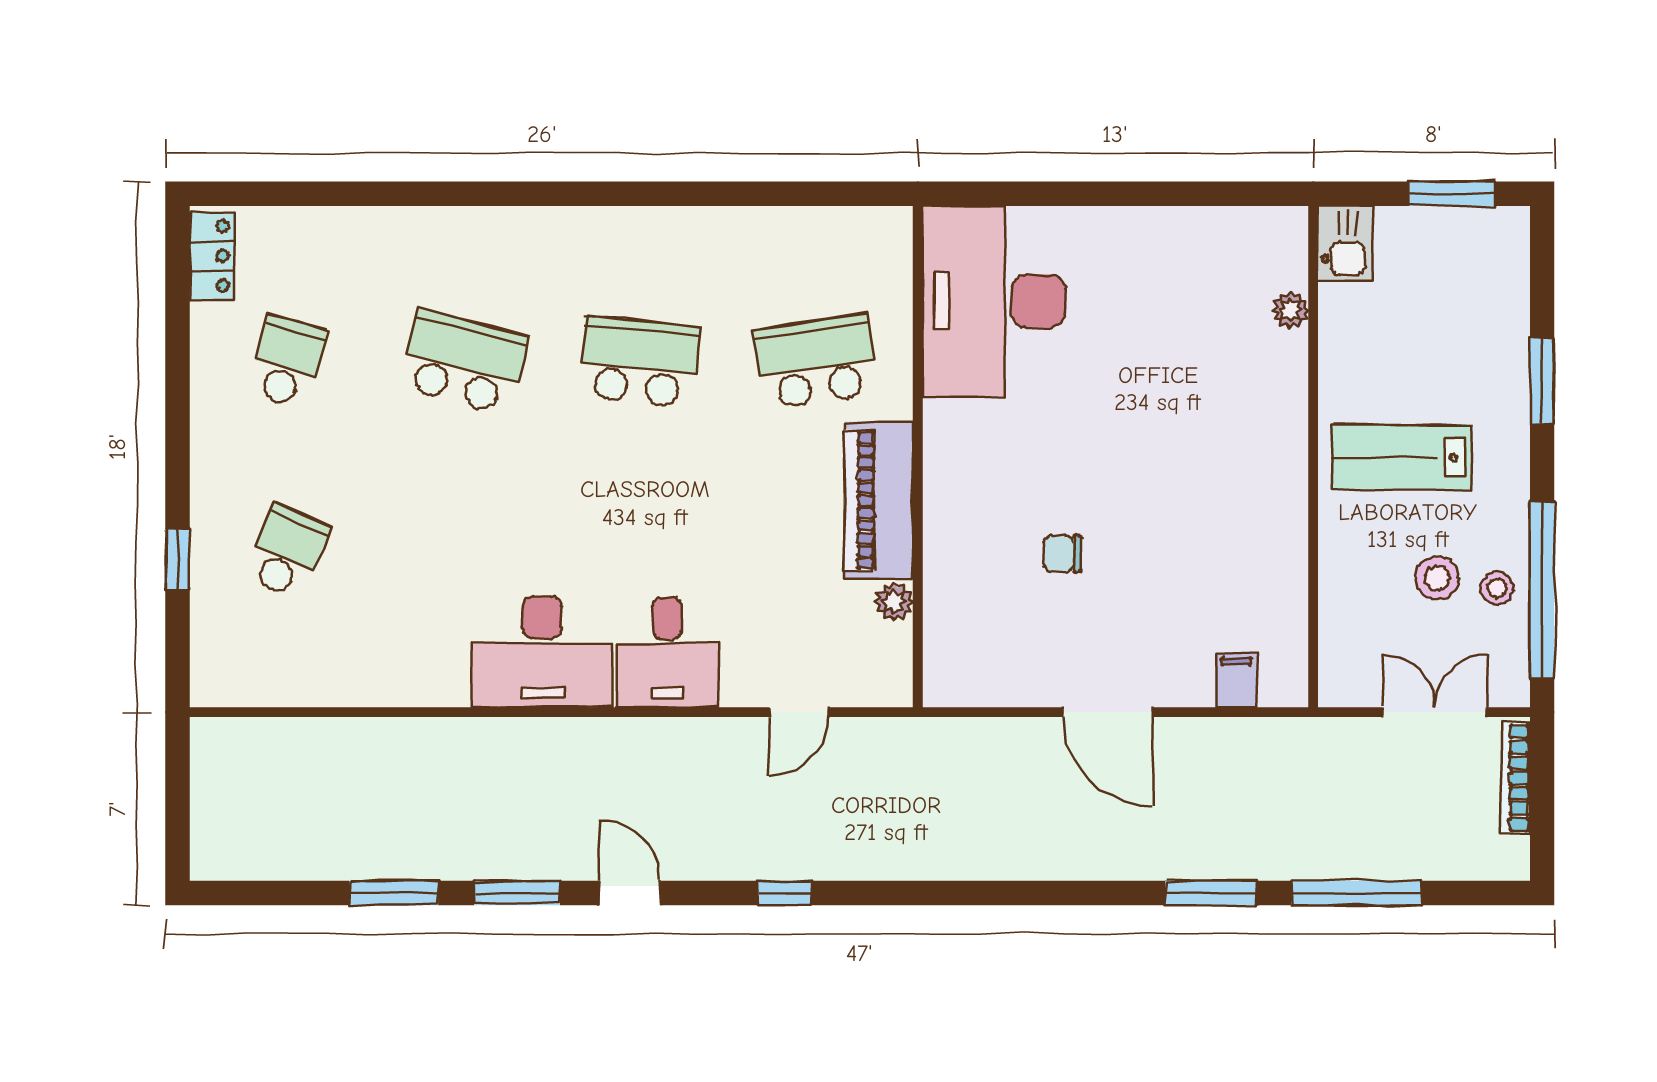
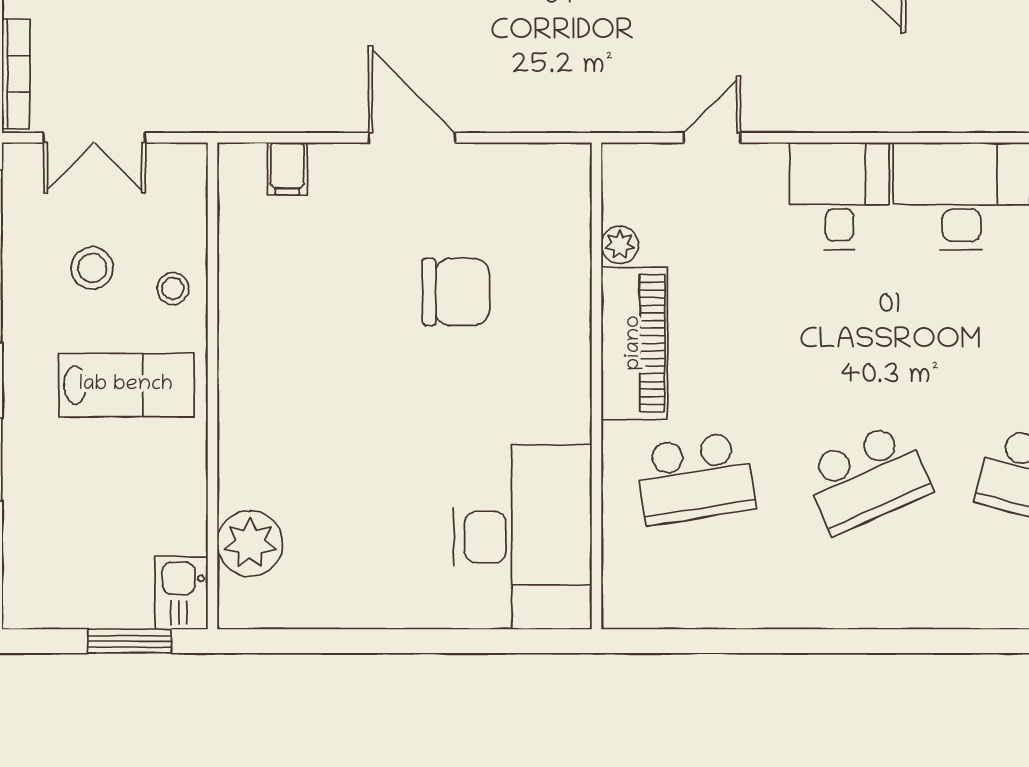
window: (1452, 194) -> (130, 641), moved
plant: (1290, 310) -> (250, 543), width x1.87, depth x1.87
school desk: (639, 362) -> (867, 478), turned -30
chair: (1062, 554) -> (456, 292), width x1.87, depth x1.87
stool: (1497, 589) -> (173, 288), moved

